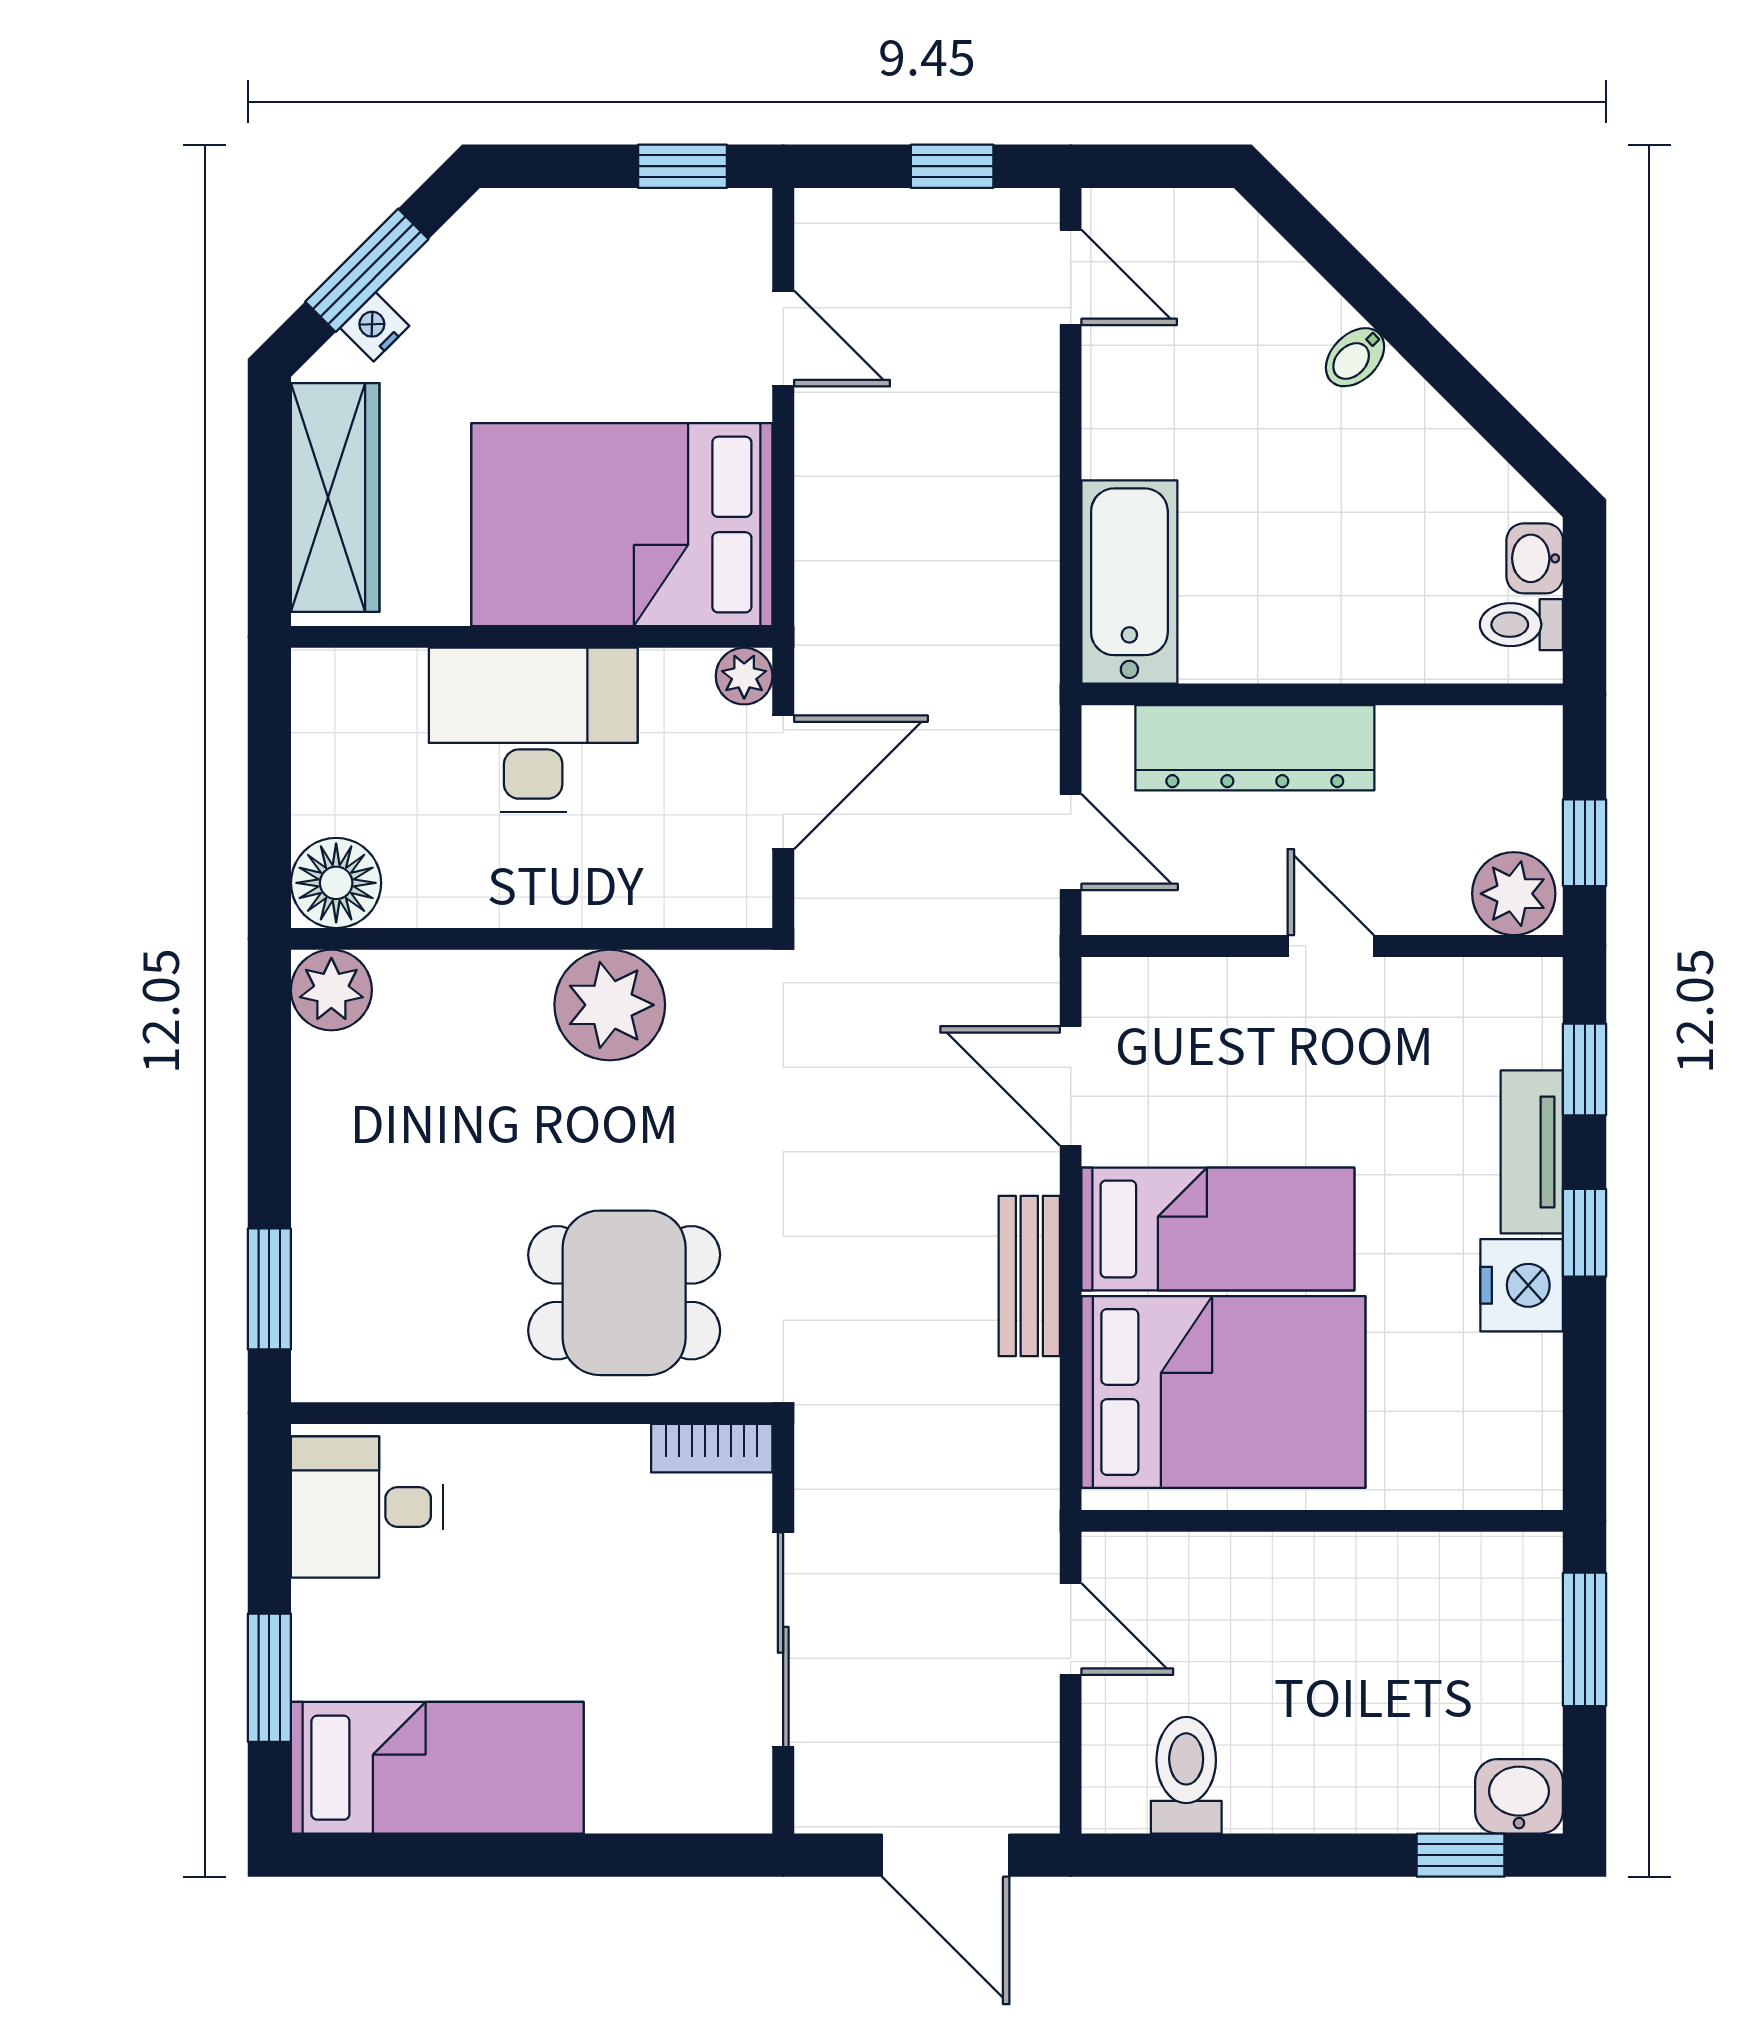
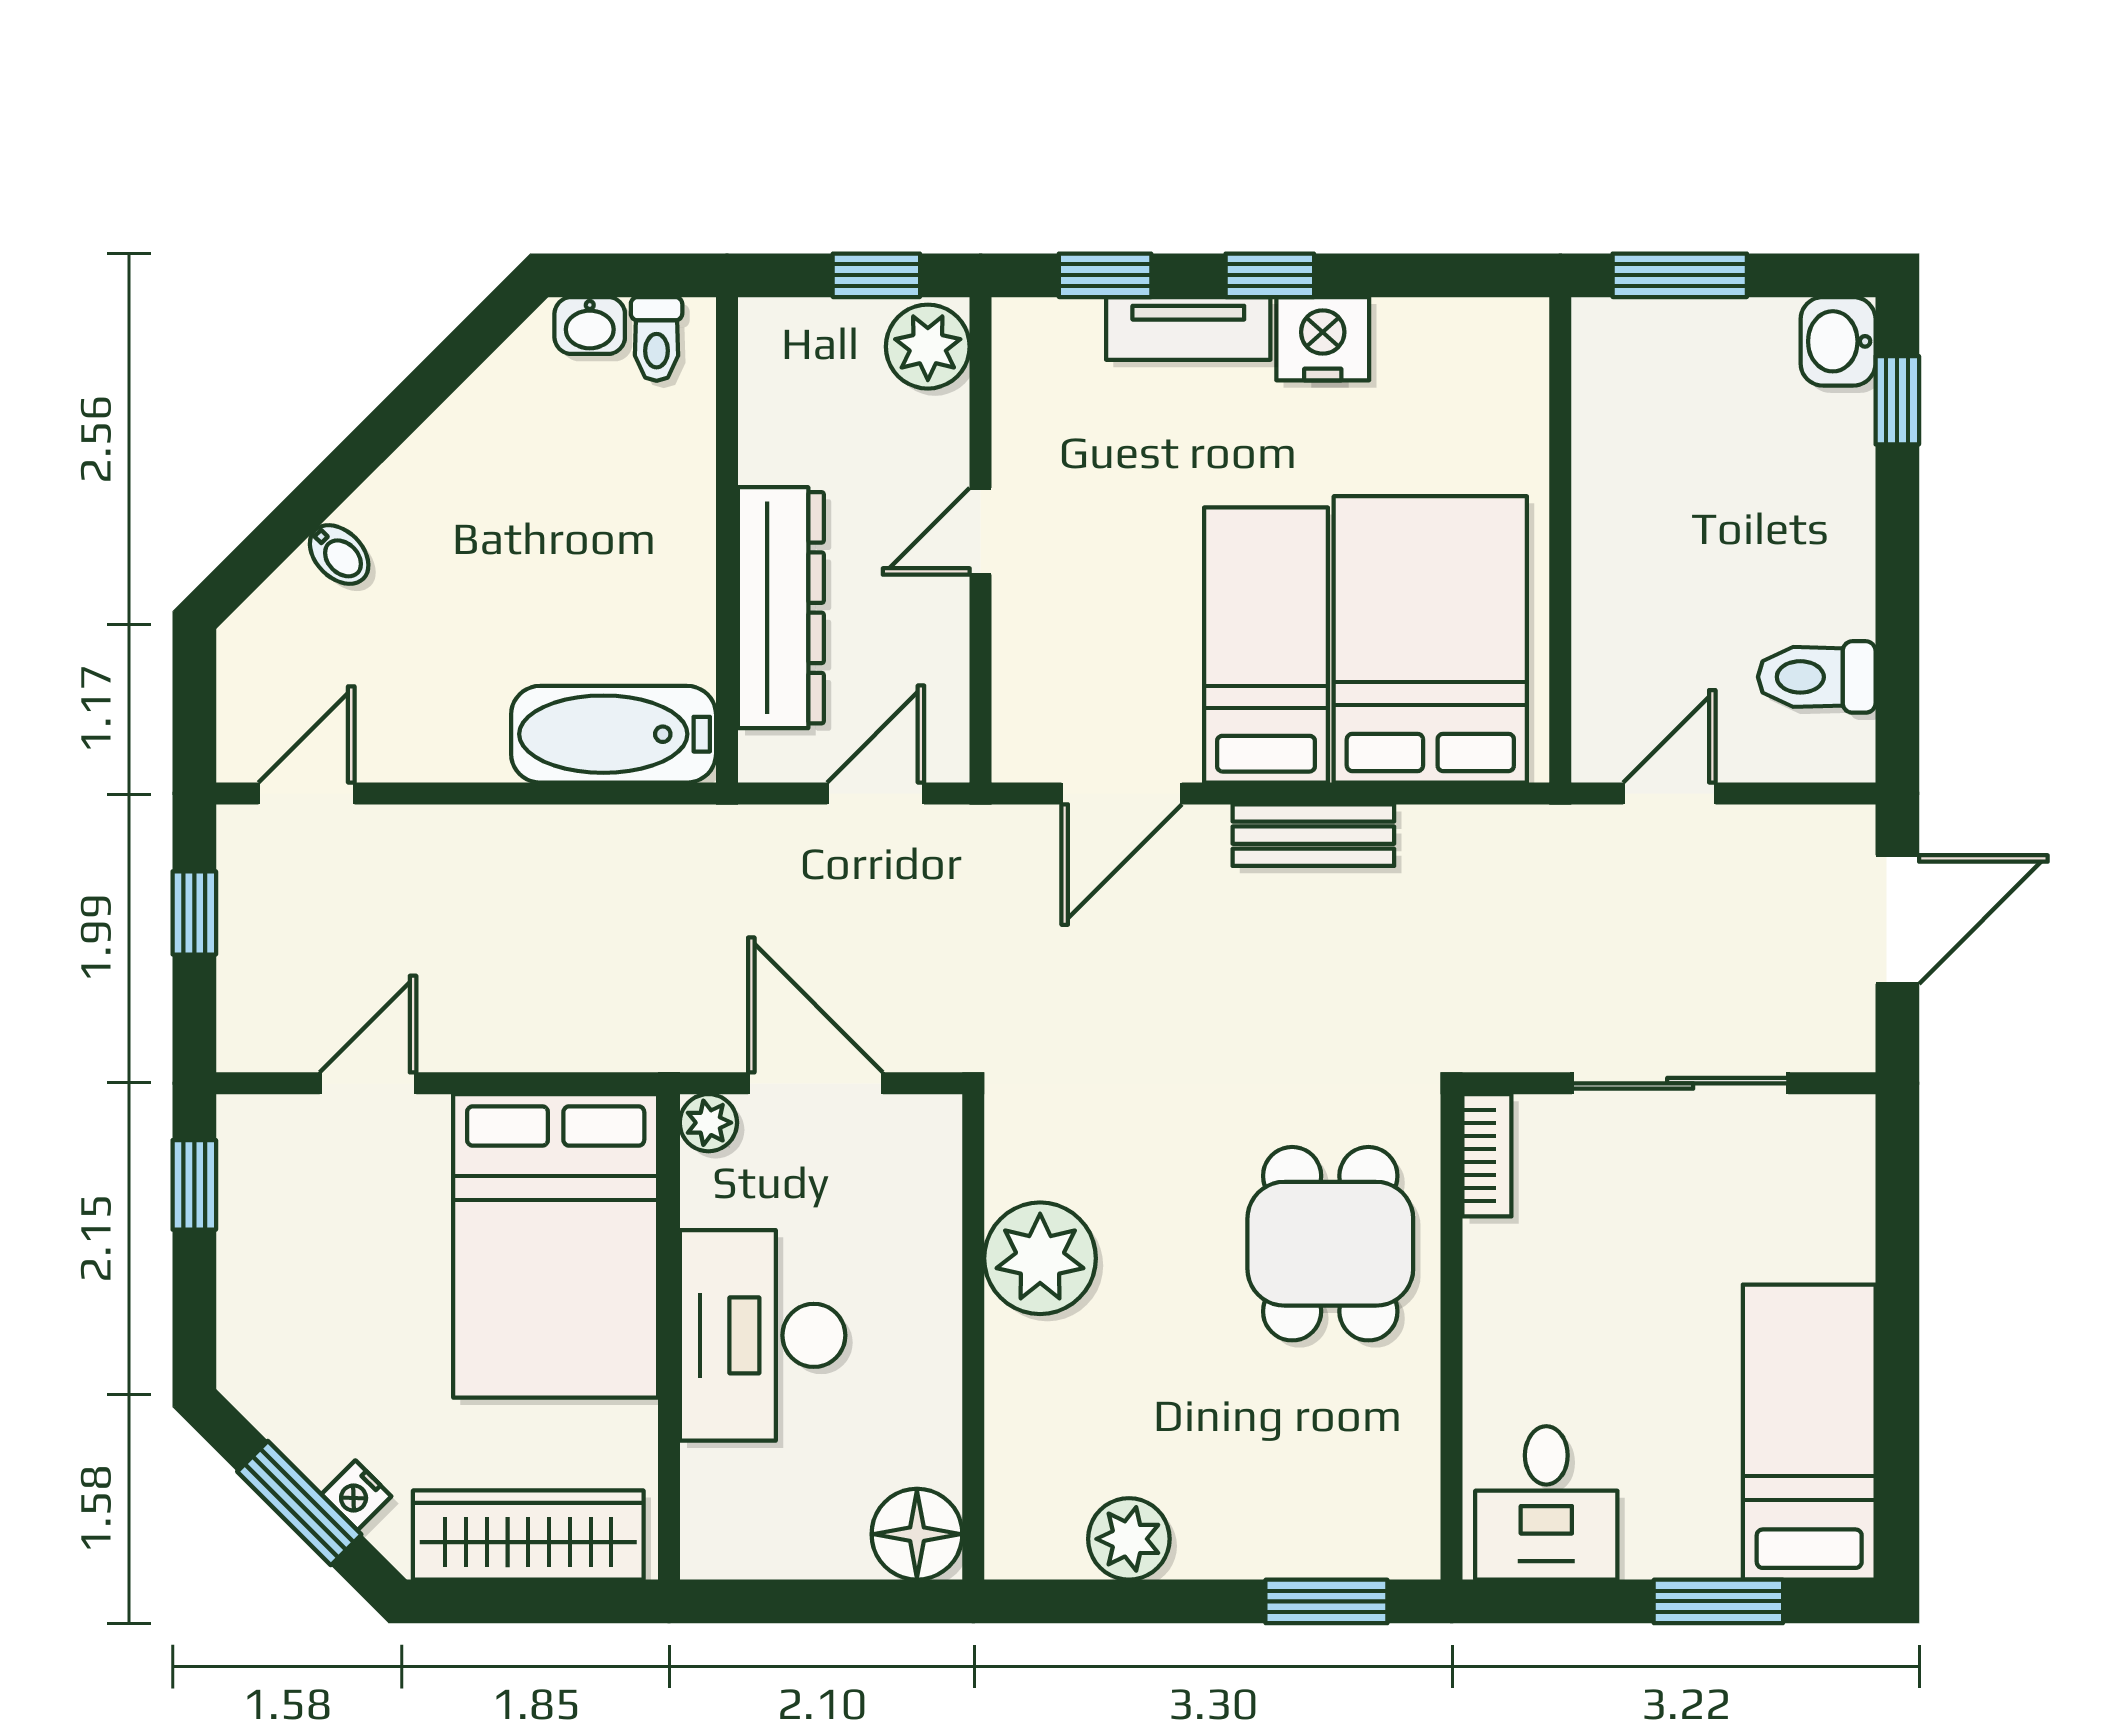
bidet: (1355, 357) -> (339, 554), moved
plant: (331, 990) -> (1129, 1539), moved

